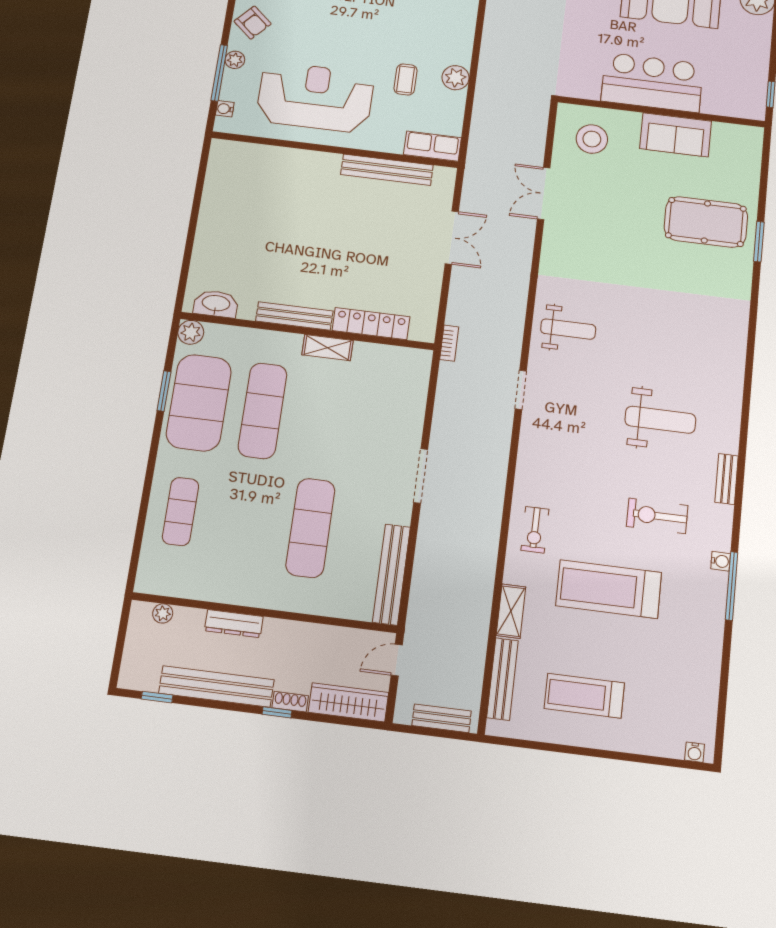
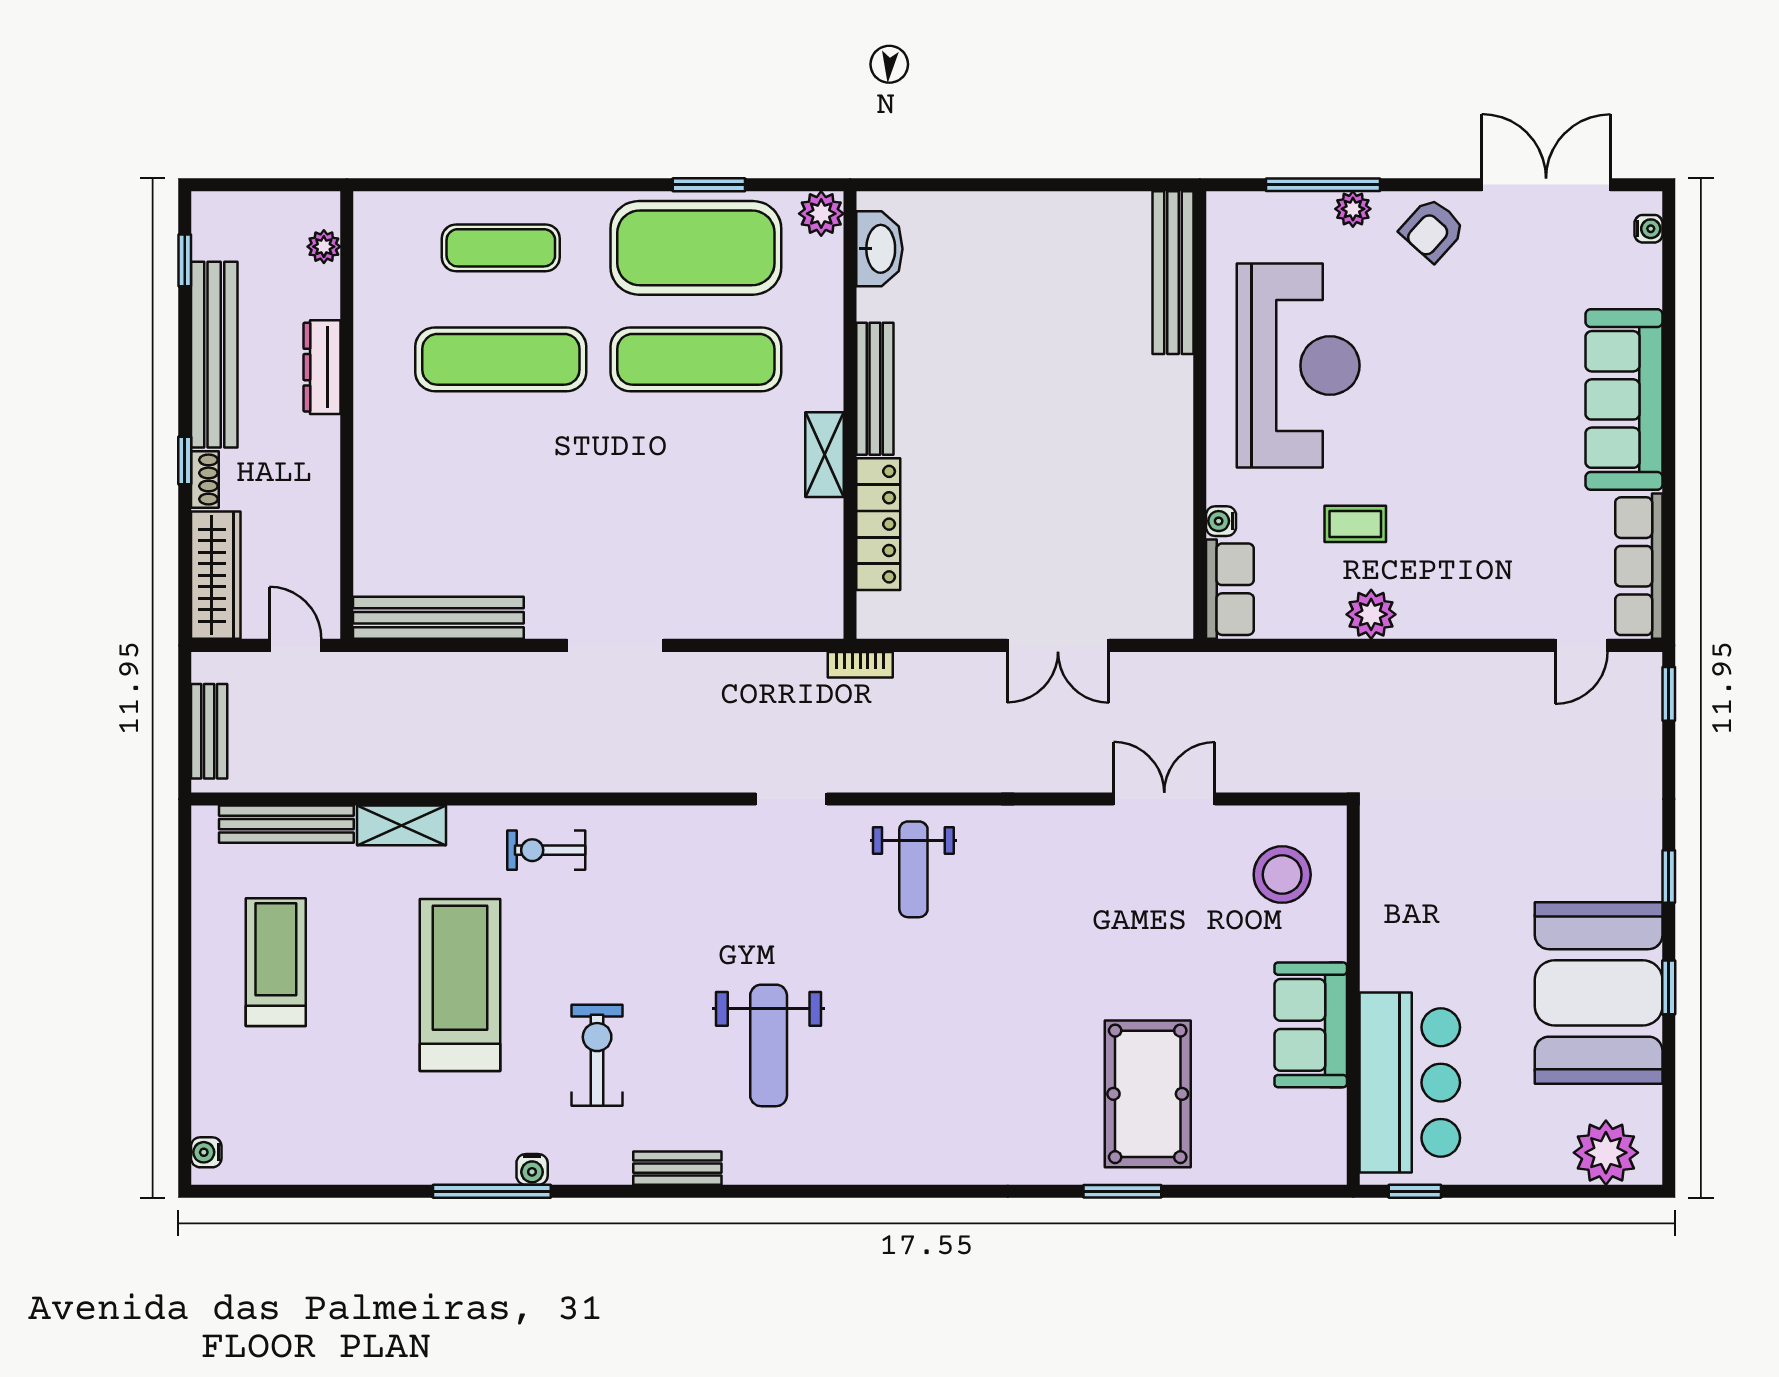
bar counter: (652, 82) -> (1410, 1083), moved
water cooler: (225, 109) -> (1221, 521), moved, turned -90
bench: (387, 170) -> (1173, 273), moved
exercise mat: (310, 528) -> (501, 359), moved

